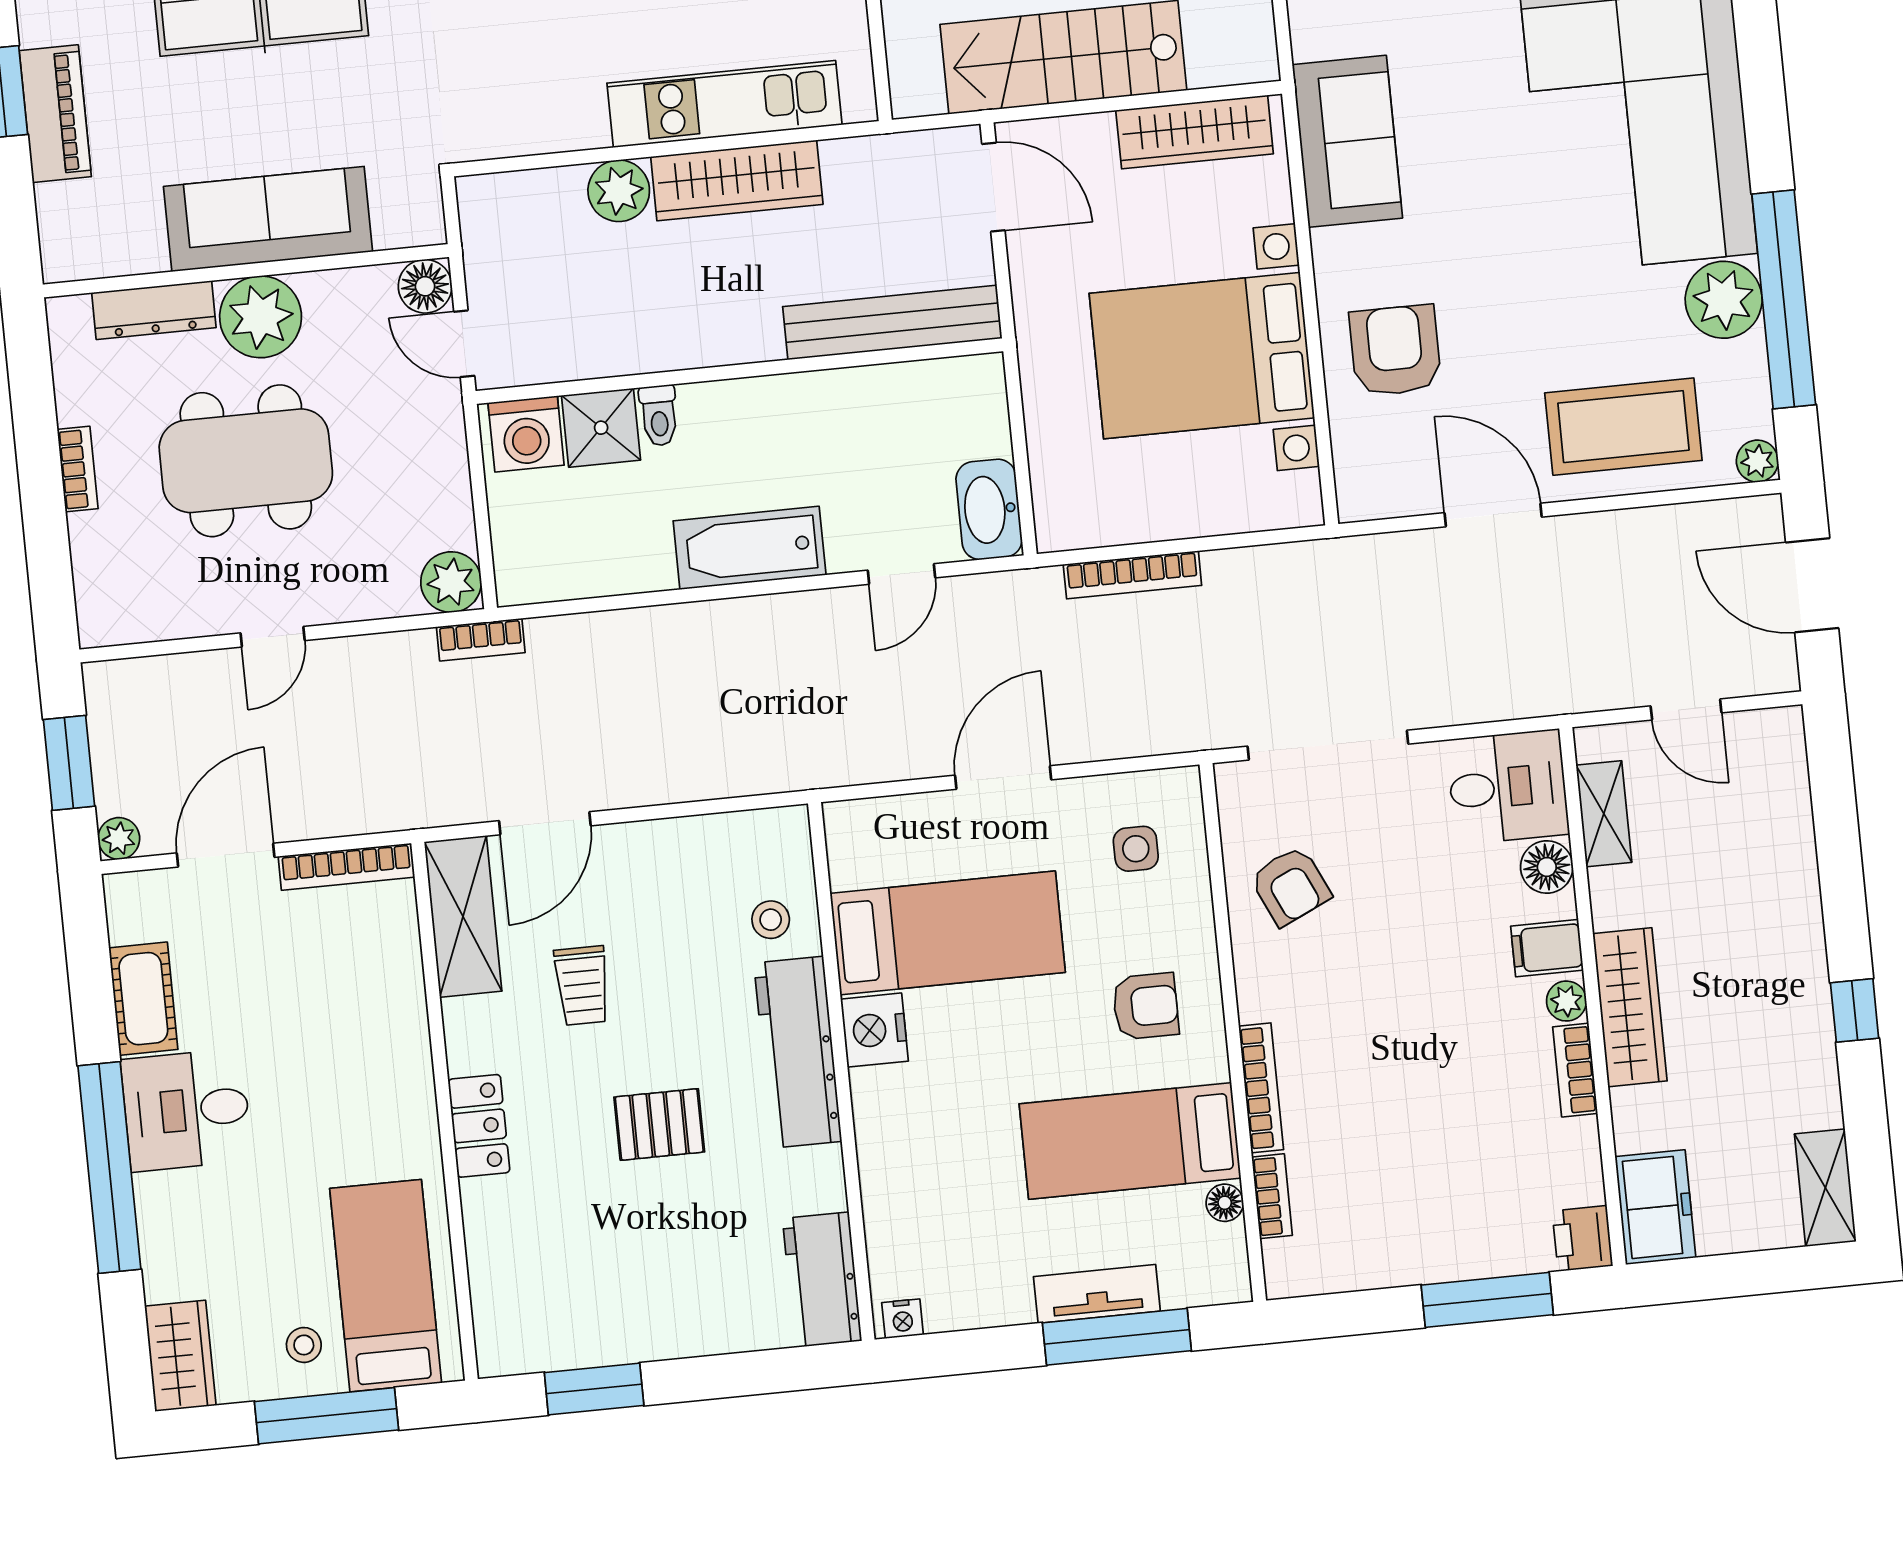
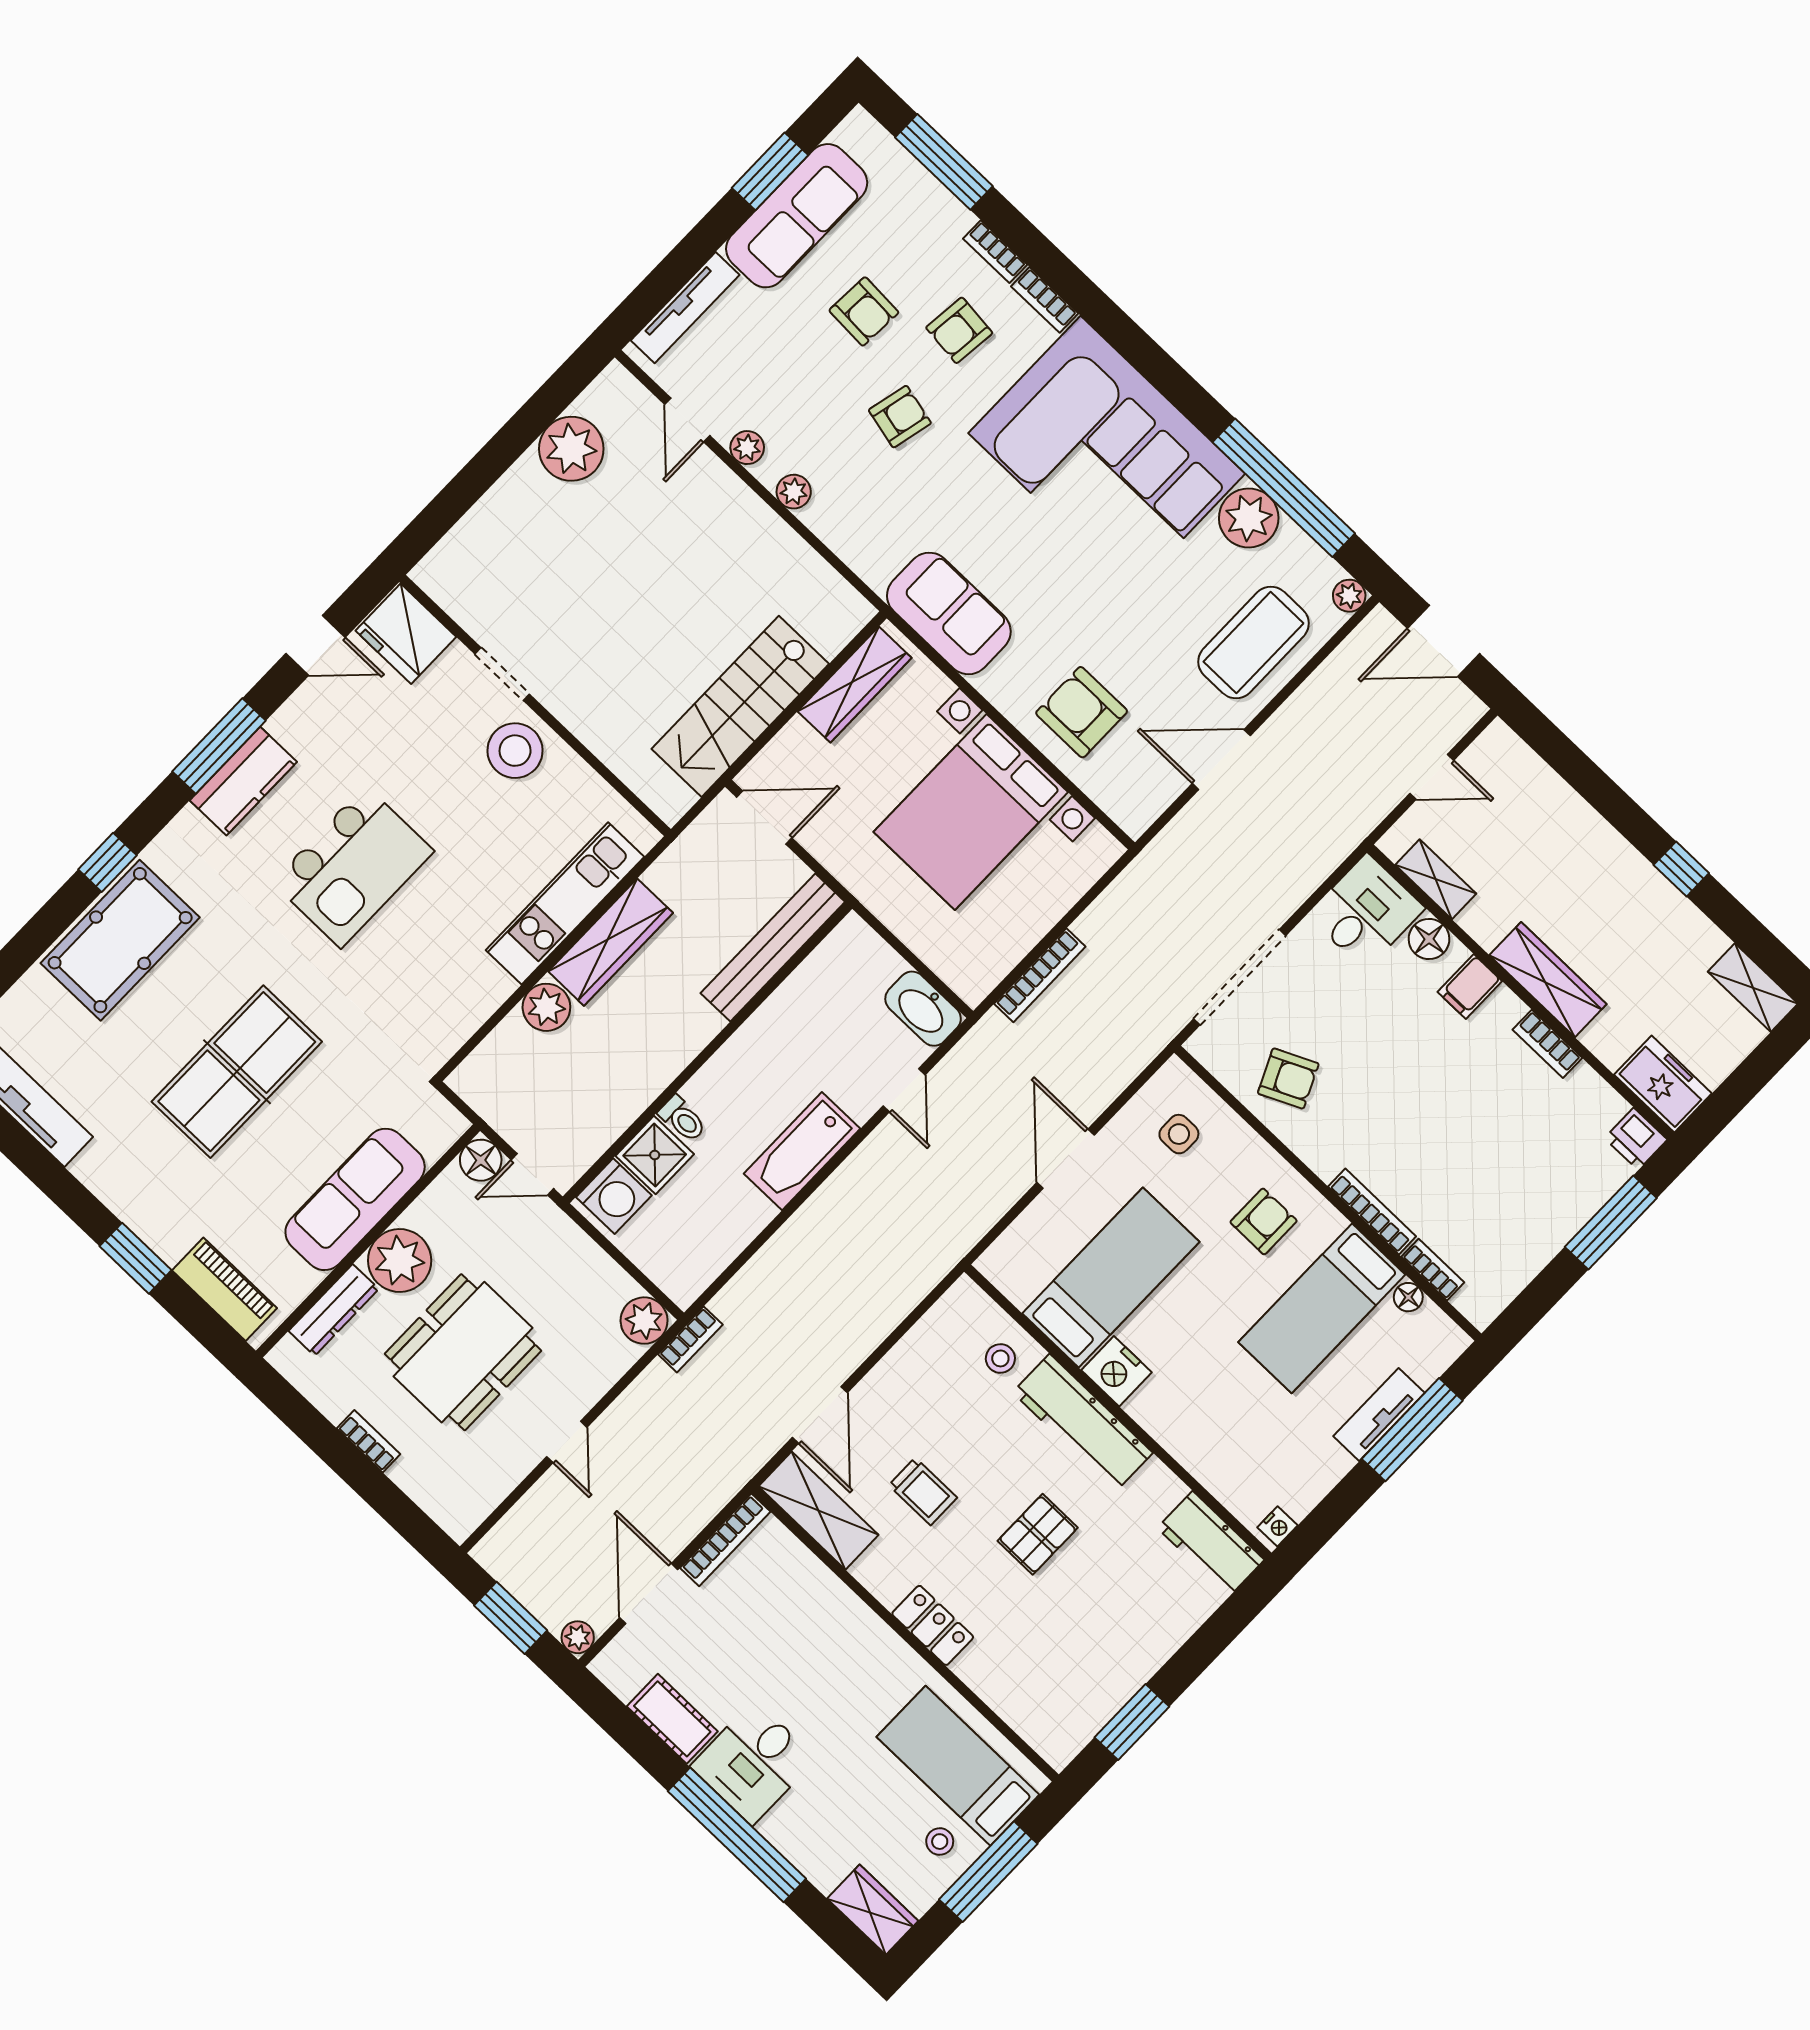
piano: (55, 114) -> (225, 1289), moved
plant: (1566, 1001) -> (1508, 1008), removed

